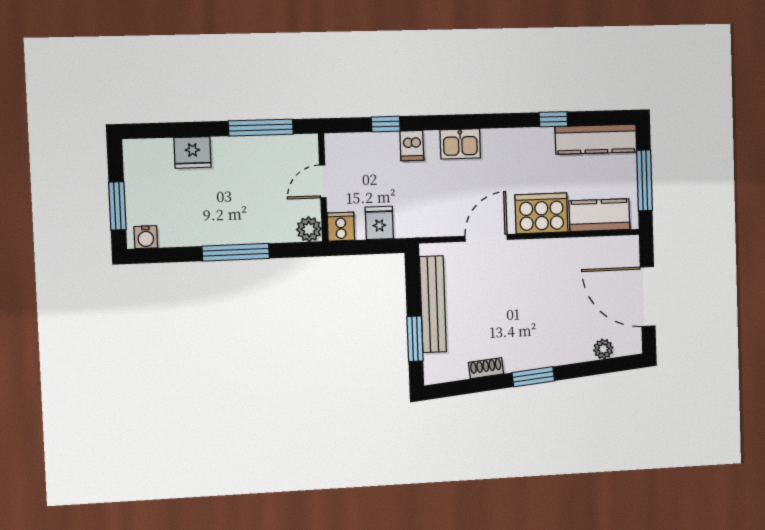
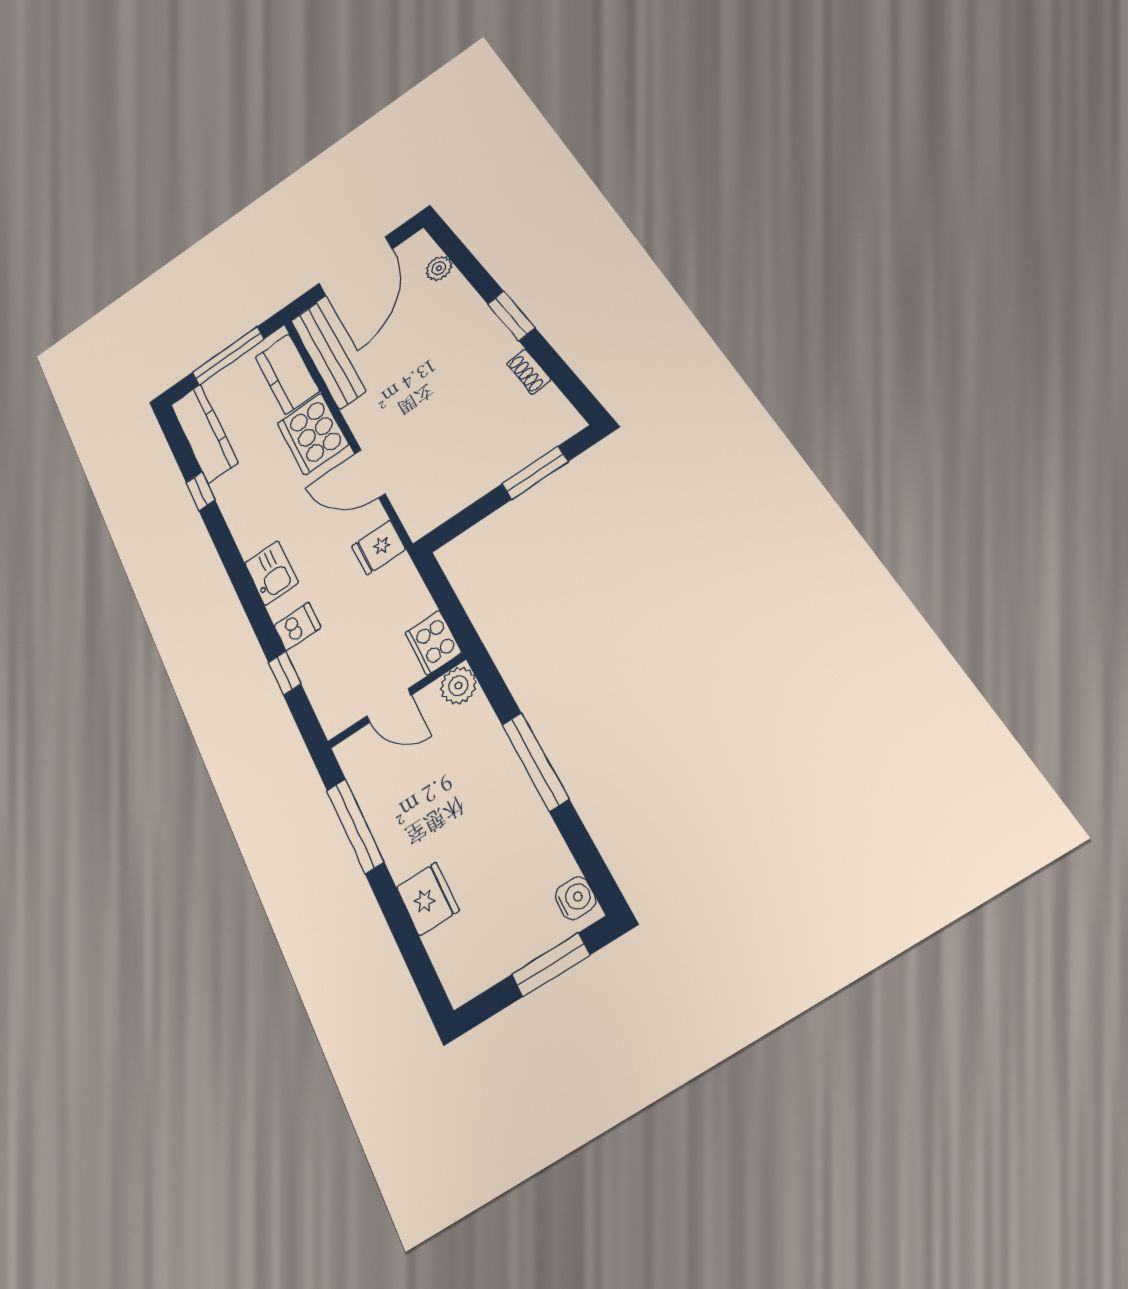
fridge: (379, 223) -> (379, 548), moved
cooker: (341, 227) -> (433, 643), width x1.36
bench: (433, 304) -> (328, 355), moved, turned 90

